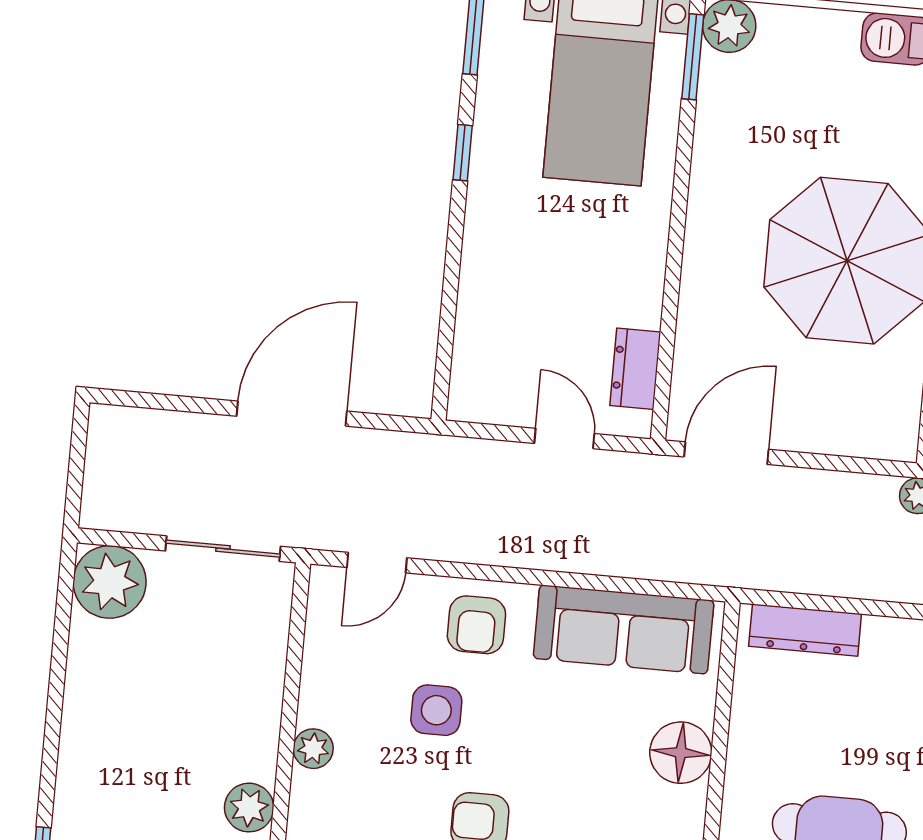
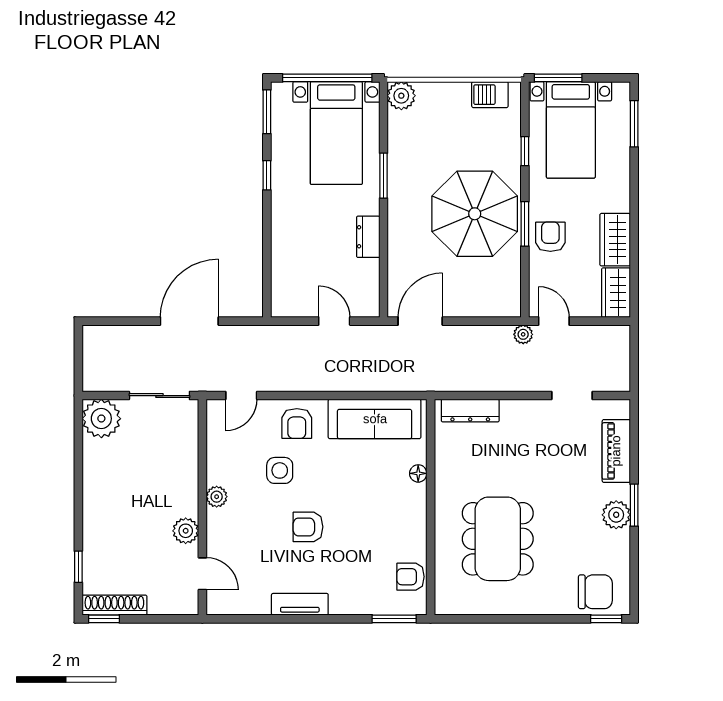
window: (693, 57) -> (383, 176), moved
dresser: (635, 369) -> (368, 237), moved
floor lamp: (681, 753) -> (418, 473), width x0.53, depth x0.53

